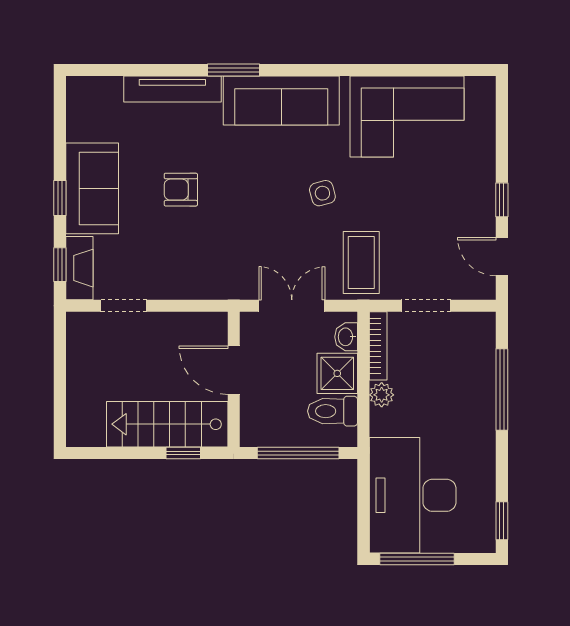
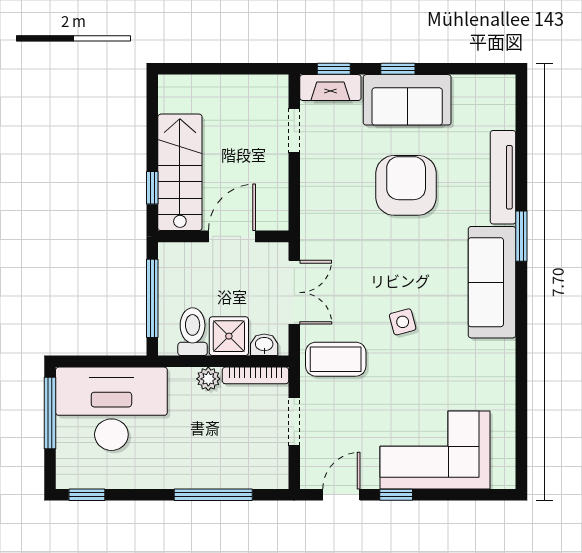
corner sofa: (407, 116) -> (435, 450), moved, turned 90
armchair: (181, 190) -> (406, 185), width x1.88, depth x1.88

